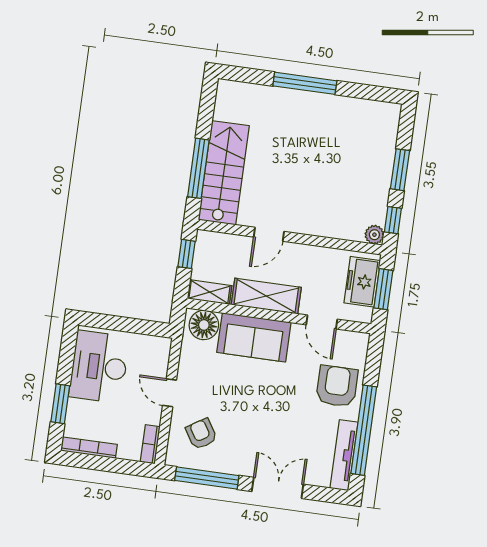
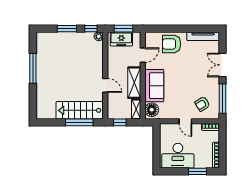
window: (305, 83) -> (33, 68), moved
door: (169, 393) -> (185, 121), hinge flipped
window: (364, 430) -> (190, 29), removed

